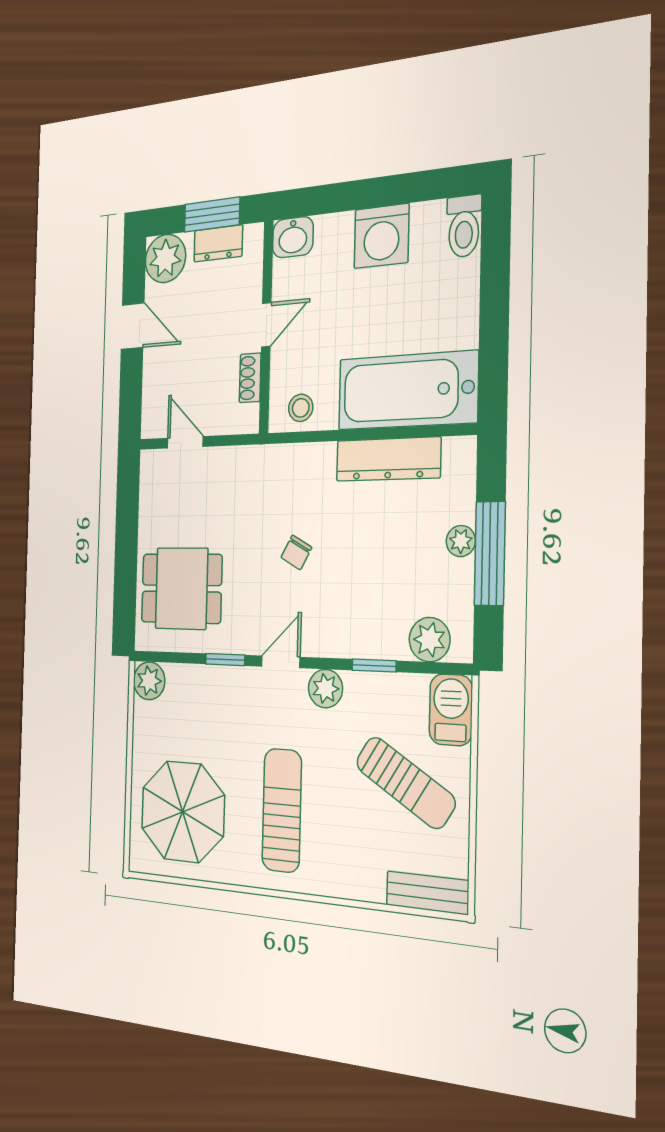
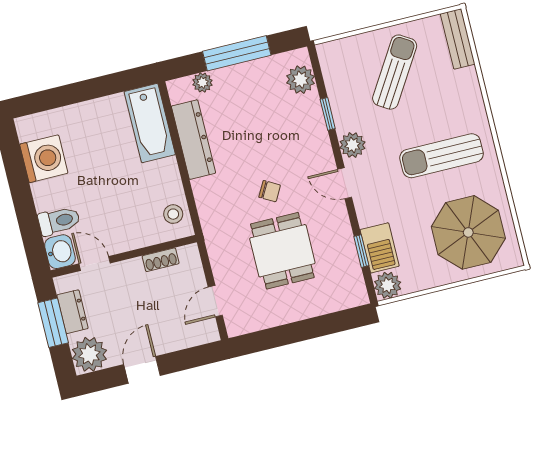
toilet: (464, 226) -> (59, 221), moved
washing machine: (381, 236) -> (44, 159), moved
door: (266, 325) -> (95, 263), moved
bathtub: (407, 391) -> (150, 123), width x0.73, depth x0.73
plant: (461, 541) -> (202, 82), moved
dining table: (181, 588) -> (282, 251), moved
window: (225, 660) -> (361, 251), moved
barbecue: (451, 710) -> (380, 248), moved, turned -90

